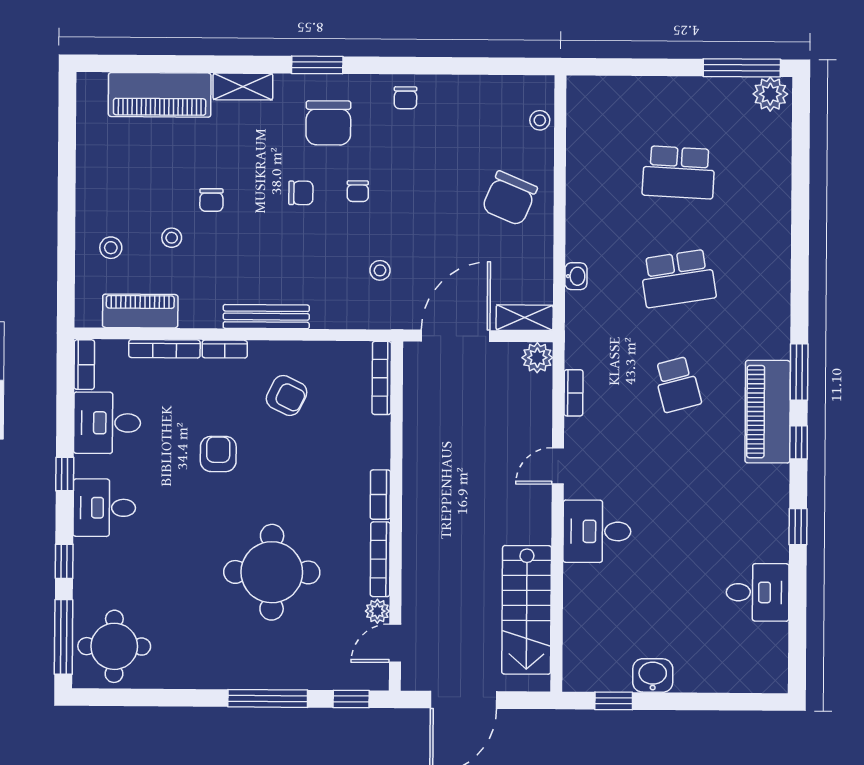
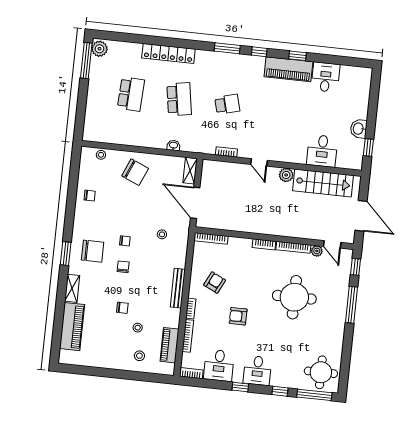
chair: (405, 98) -> (90, 196), moved
locker: (775, 245) -> (168, 53), added
plant: (537, 358) -> (286, 175), moved
piano: (768, 412) -> (288, 69), moved
desk: (597, 531) -> (322, 151), moved

